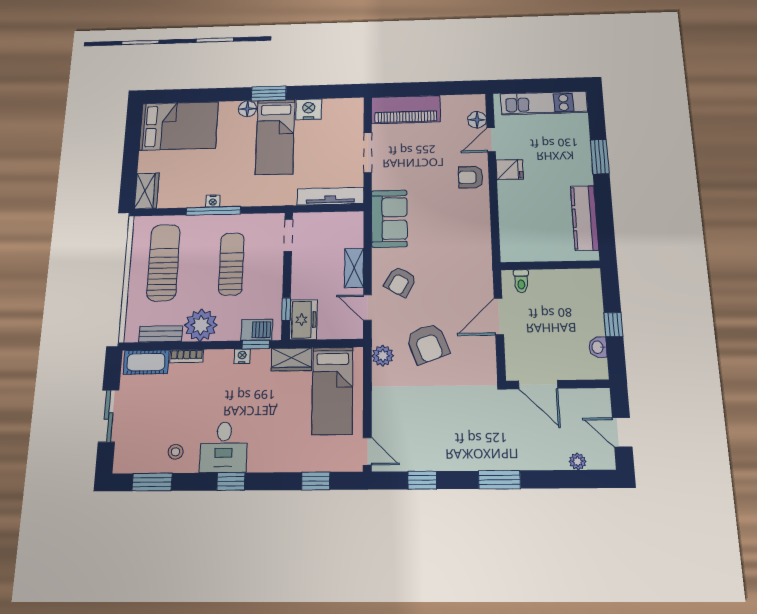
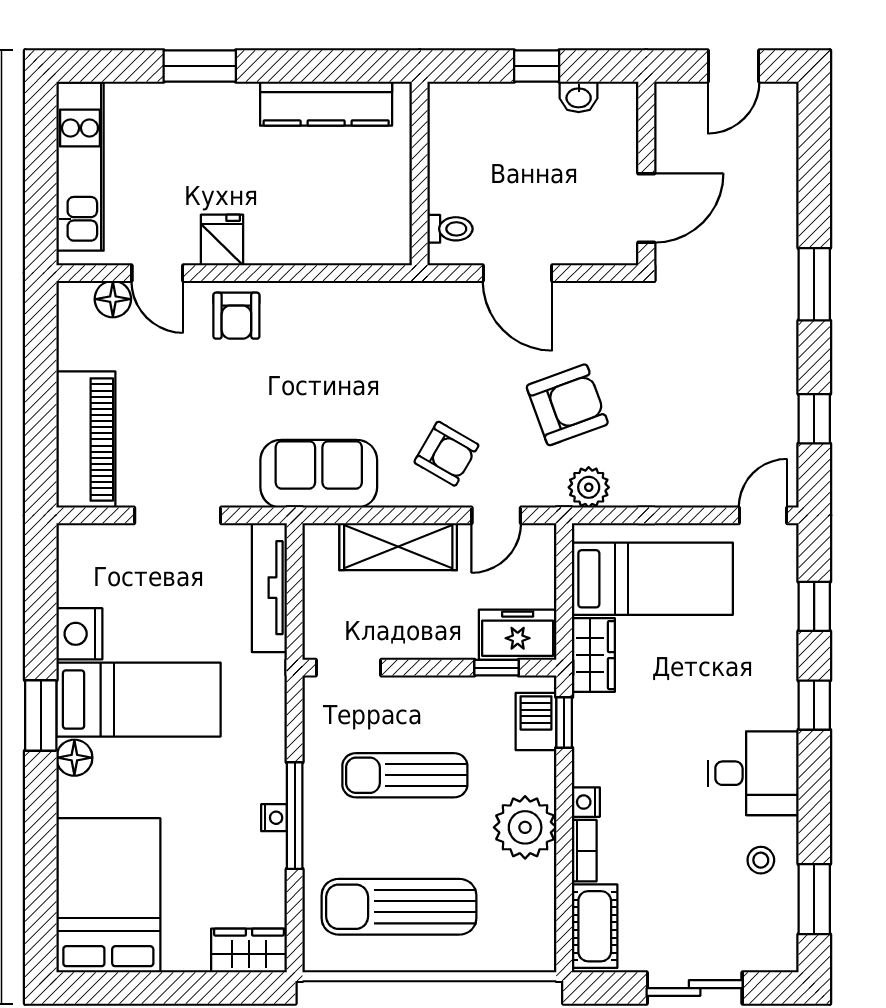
shelving: (354, 268) -> (398, 547), width x1.50, depth x1.33
bench: (161, 334) -> (541, 902), removed
nightstand: (242, 356) -> (586, 802), moved
plant: (578, 461) -> (784, 147), removed
window: (231, 482) -> (814, 705), moved

